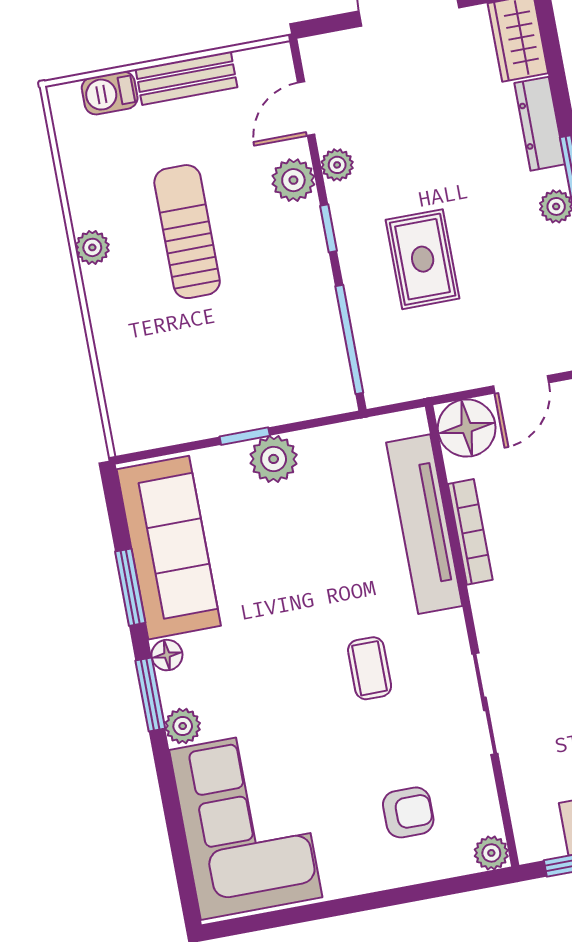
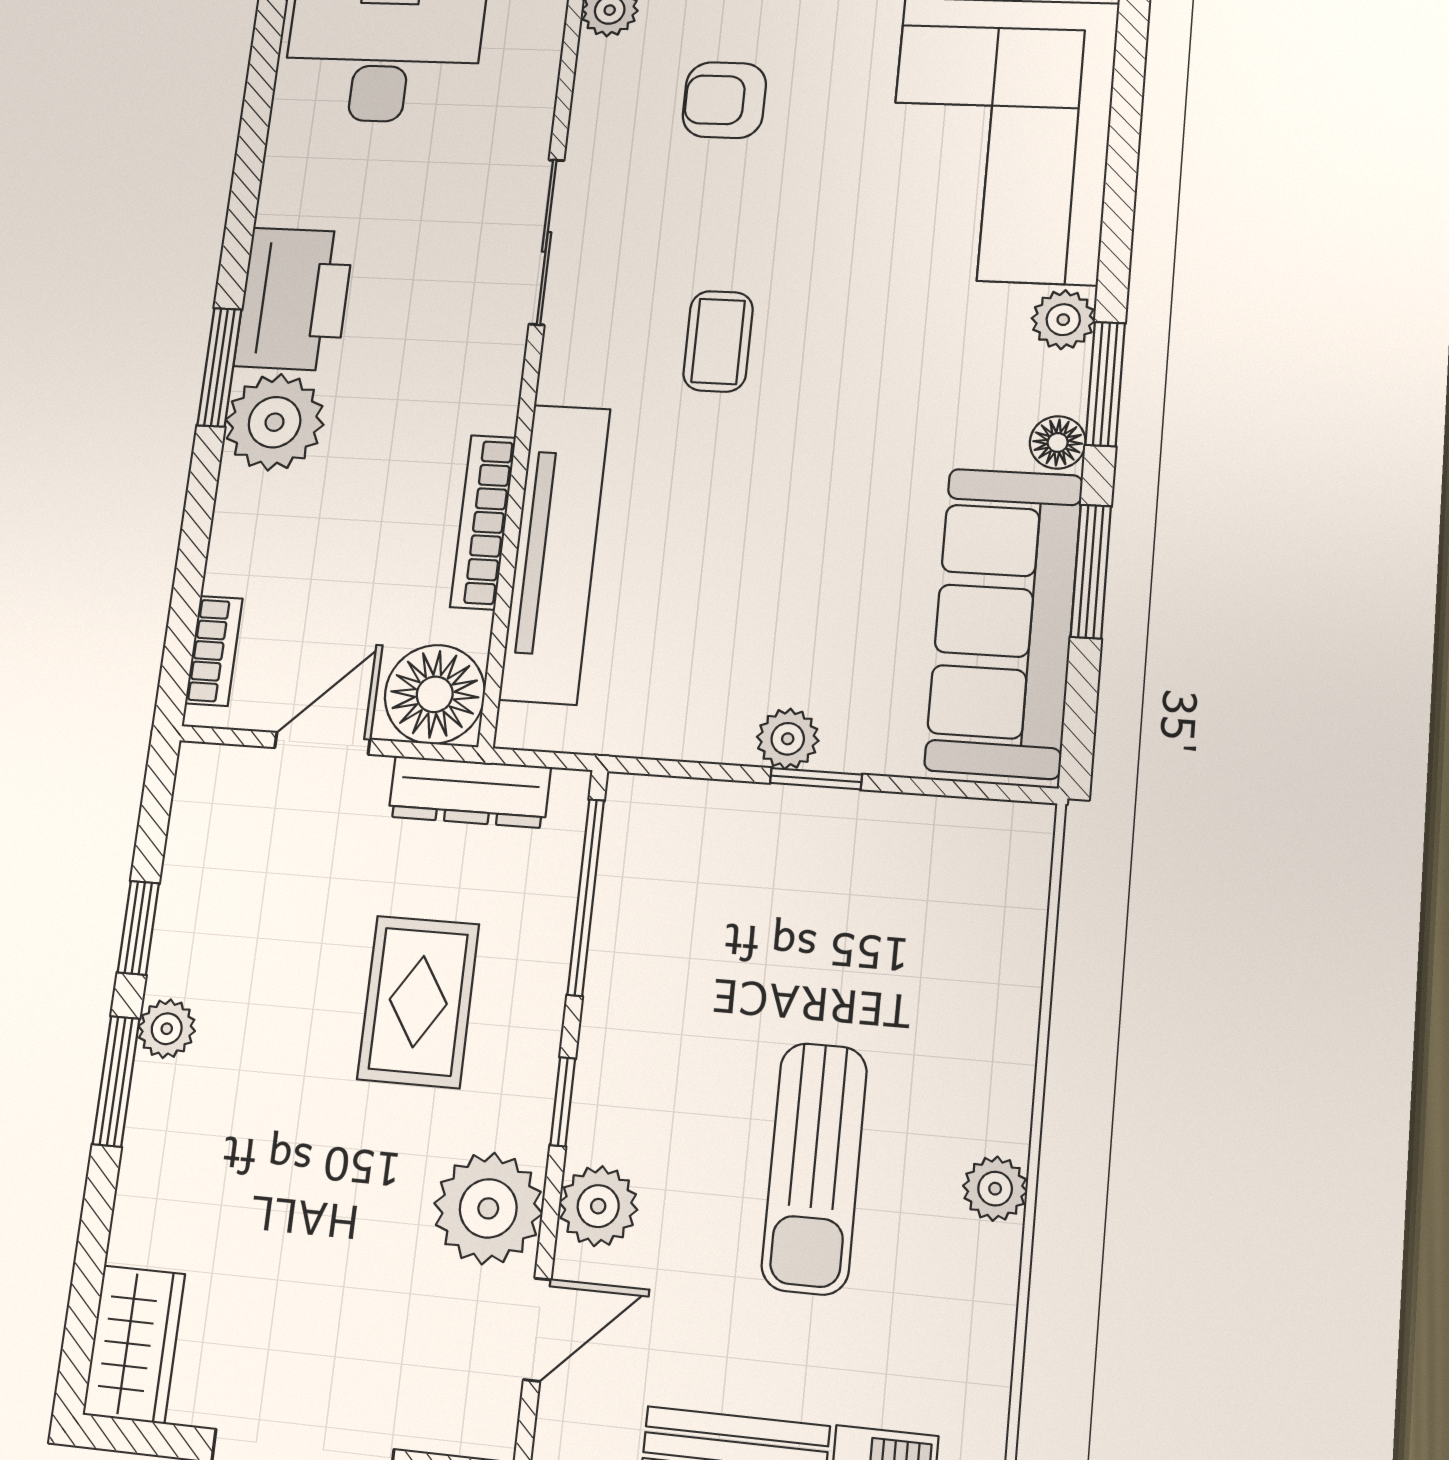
dresser: (540, 124) -> (469, 792), moved, turned 90
plant: (337, 165) -> (488, 1208), width x1.88, depth x1.88
plant: (274, 459) -> (788, 739), width x0.73, depth x0.73

